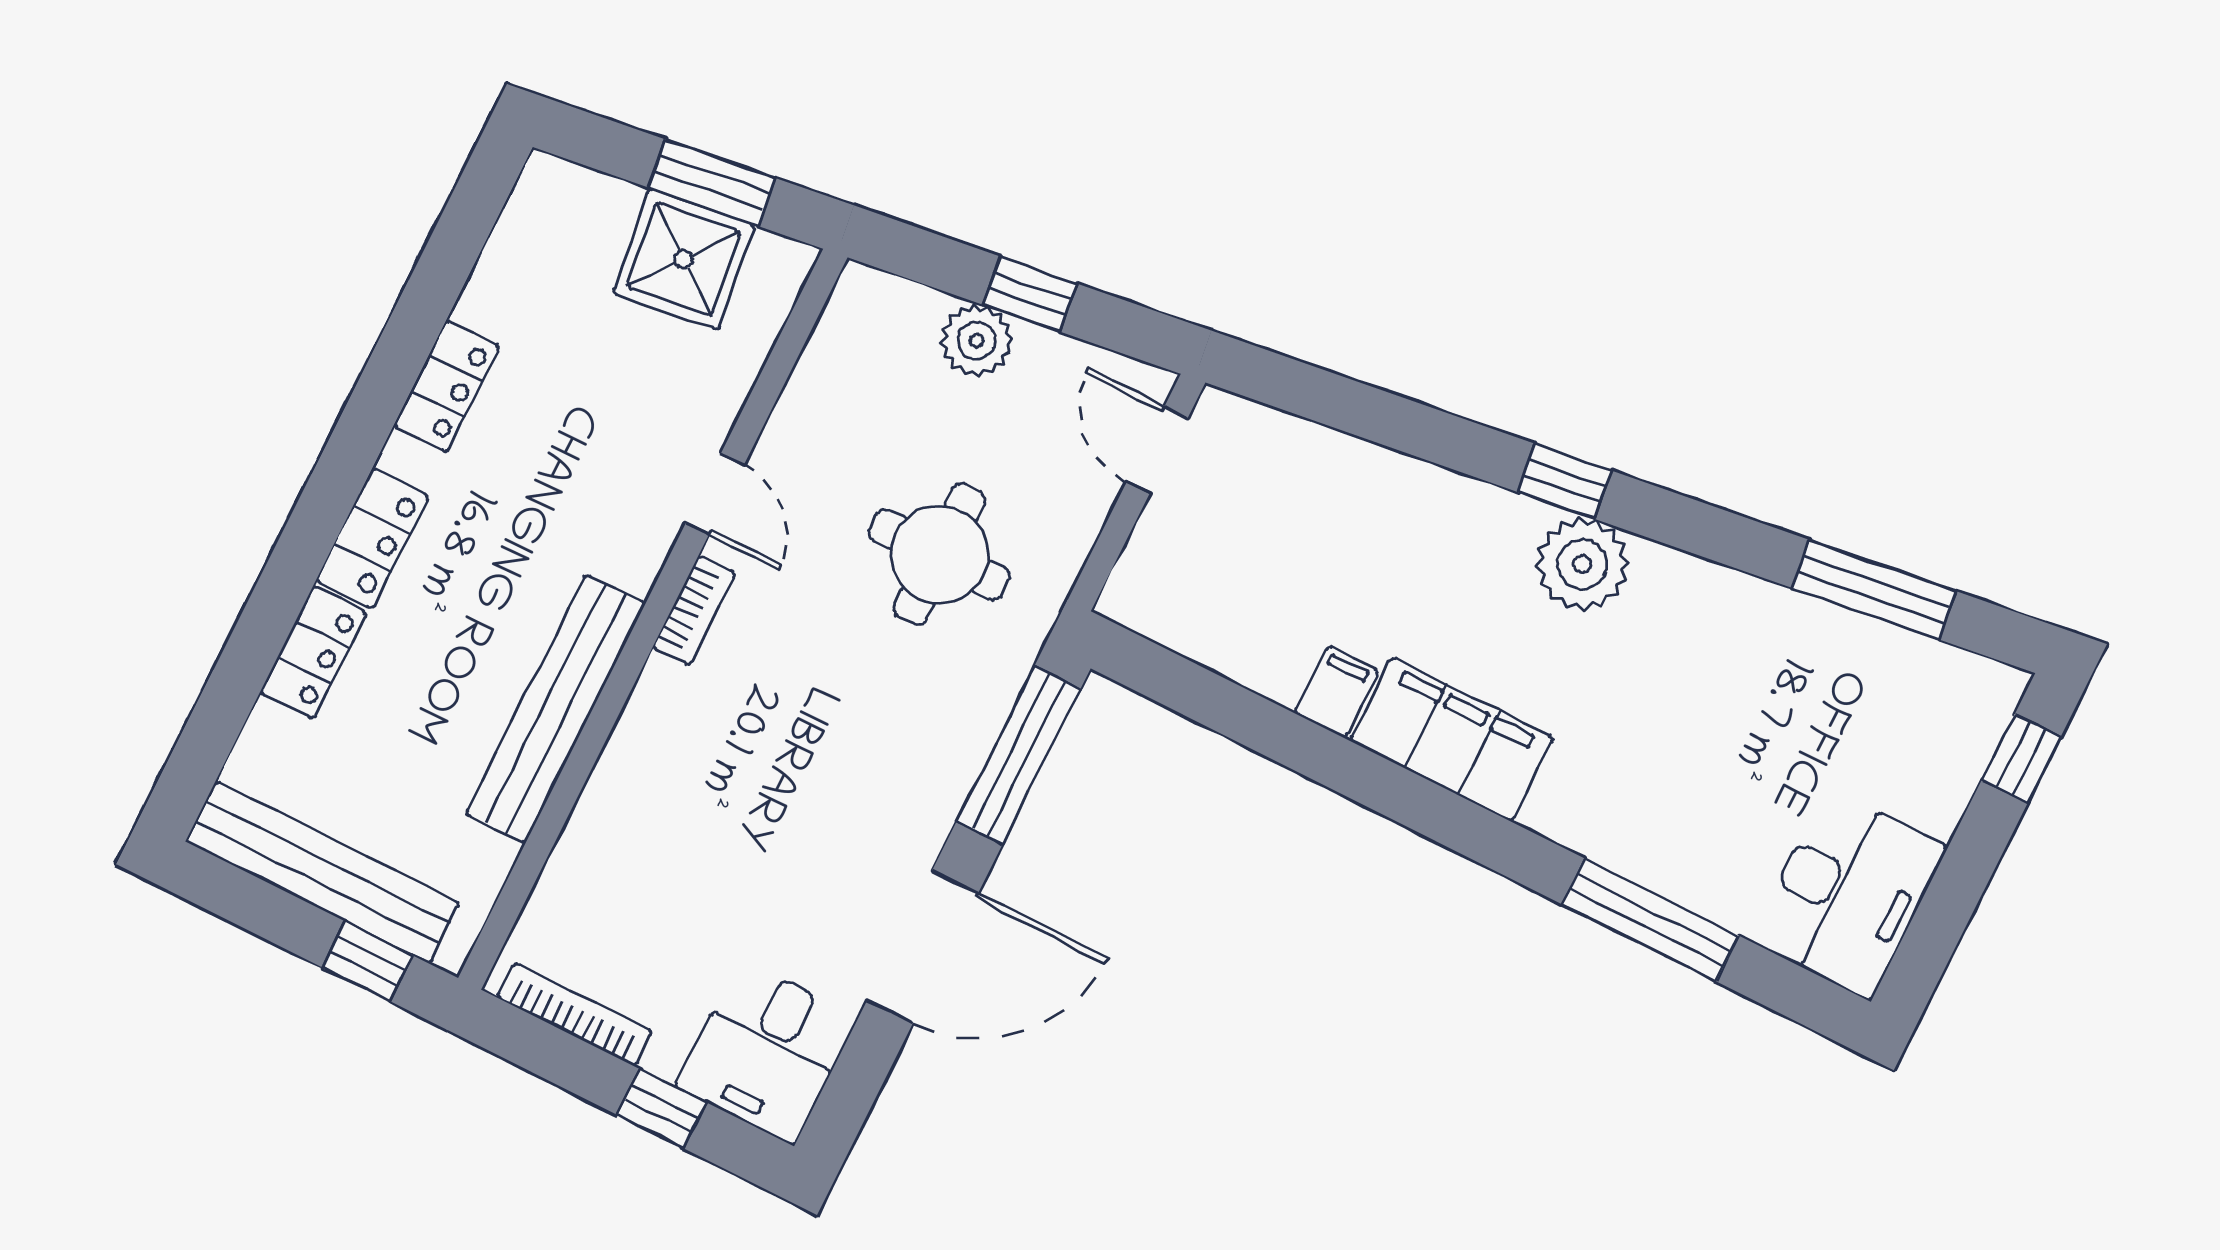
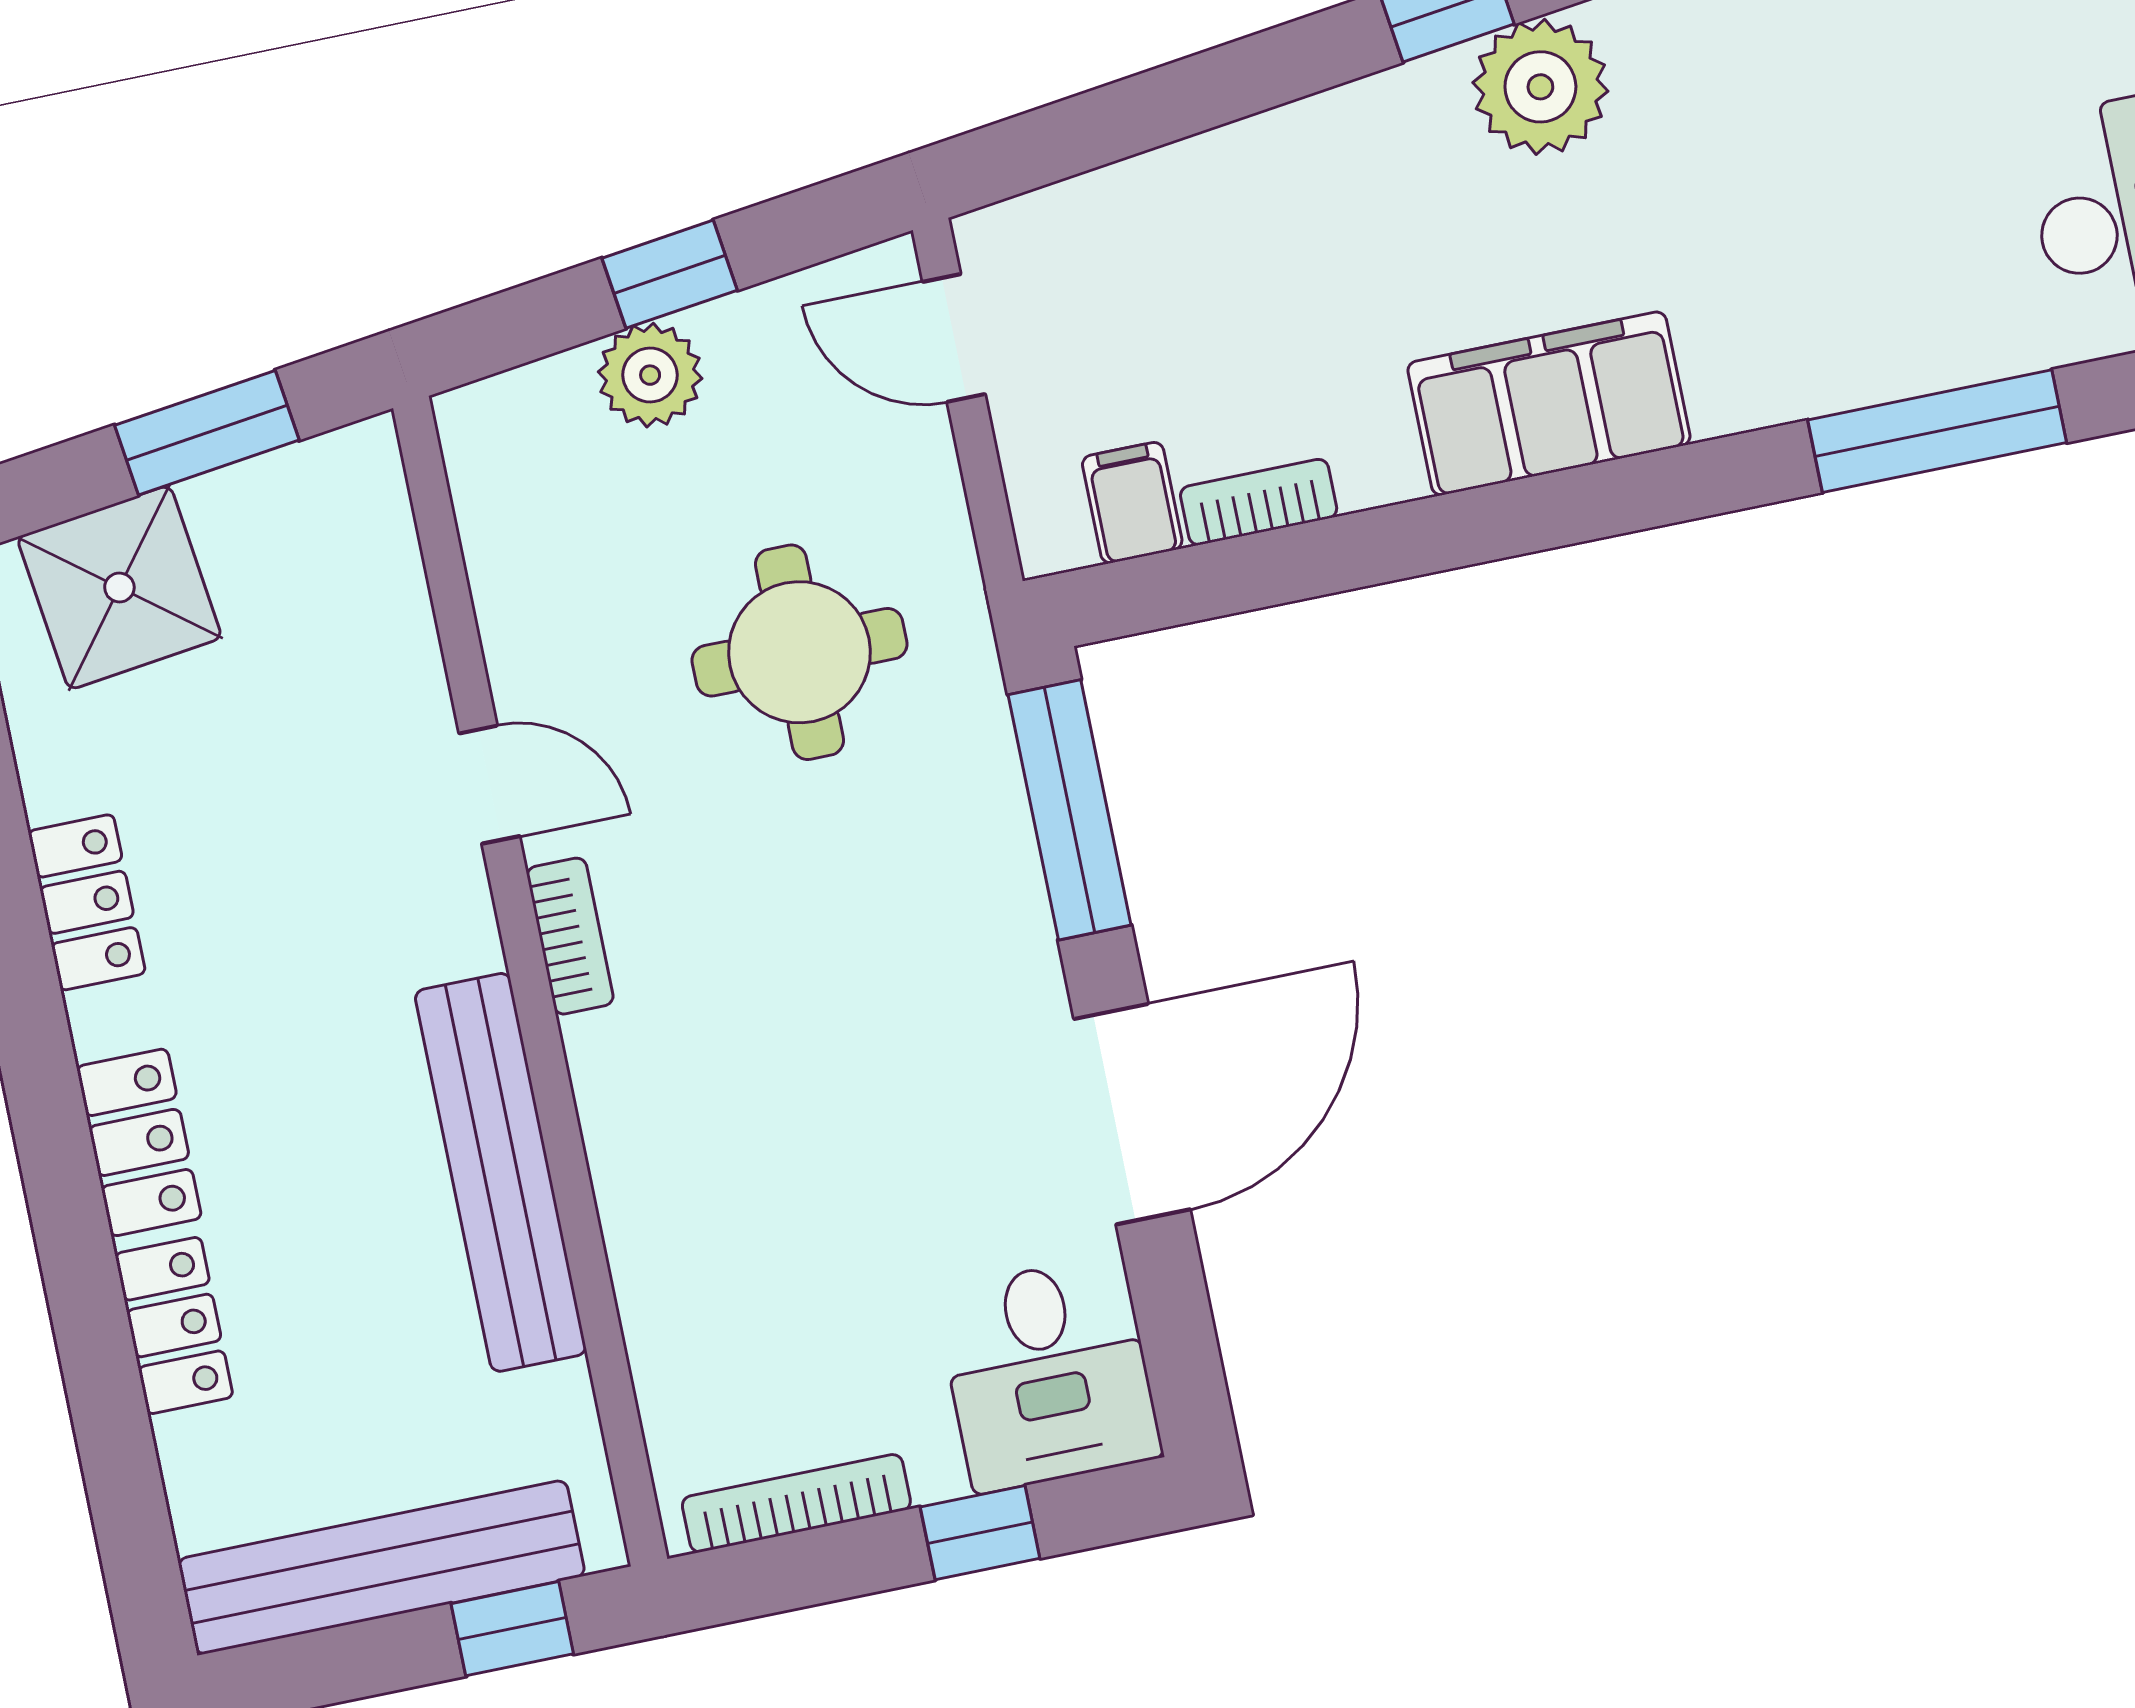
shower: (684, 259) -> (119, 587), moved
bookcase: (1252, 669) -> (1259, 502), added
filing cabinet: (1336, 692) -> (1132, 503), moved

